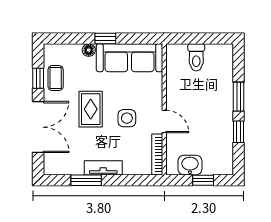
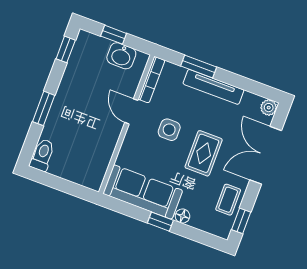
toilet: (196, 57) -> (42, 155), moved
window: (38, 78) -> (241, 221), moved
window: (239, 132) -> (66, 49), moved
plant: (51, 168) -> (269, 108), added
tv unit: (103, 168) -> (213, 87), width x1.41
window: (86, 180) -> (199, 67), moved

